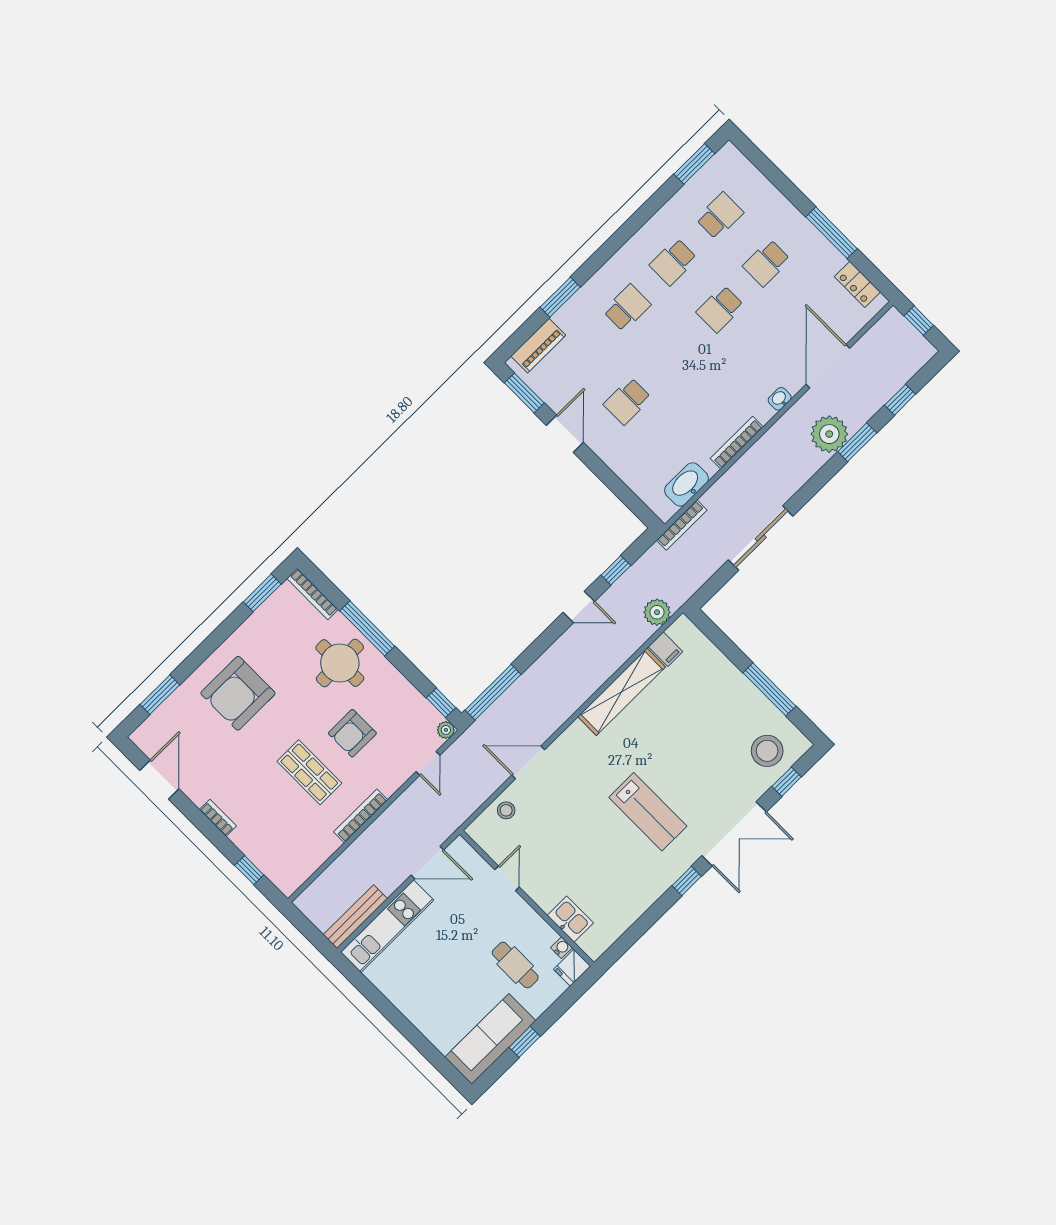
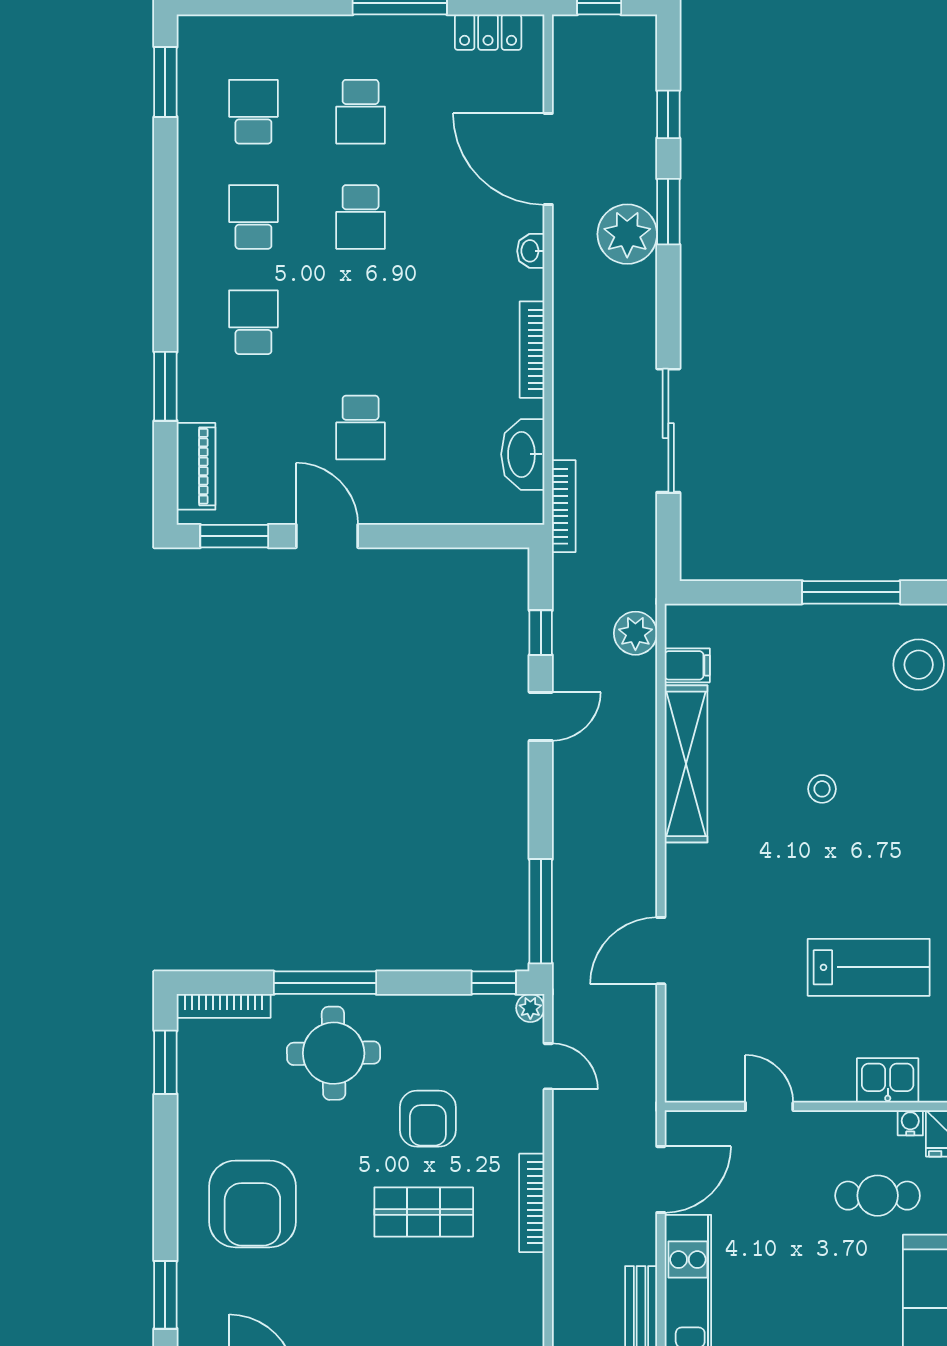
school desk: (673, 262) -> (253, 217), turned 180
stool: (506, 810) -> (822, 789), moved
lab bench: (648, 812) -> (869, 967), moved

